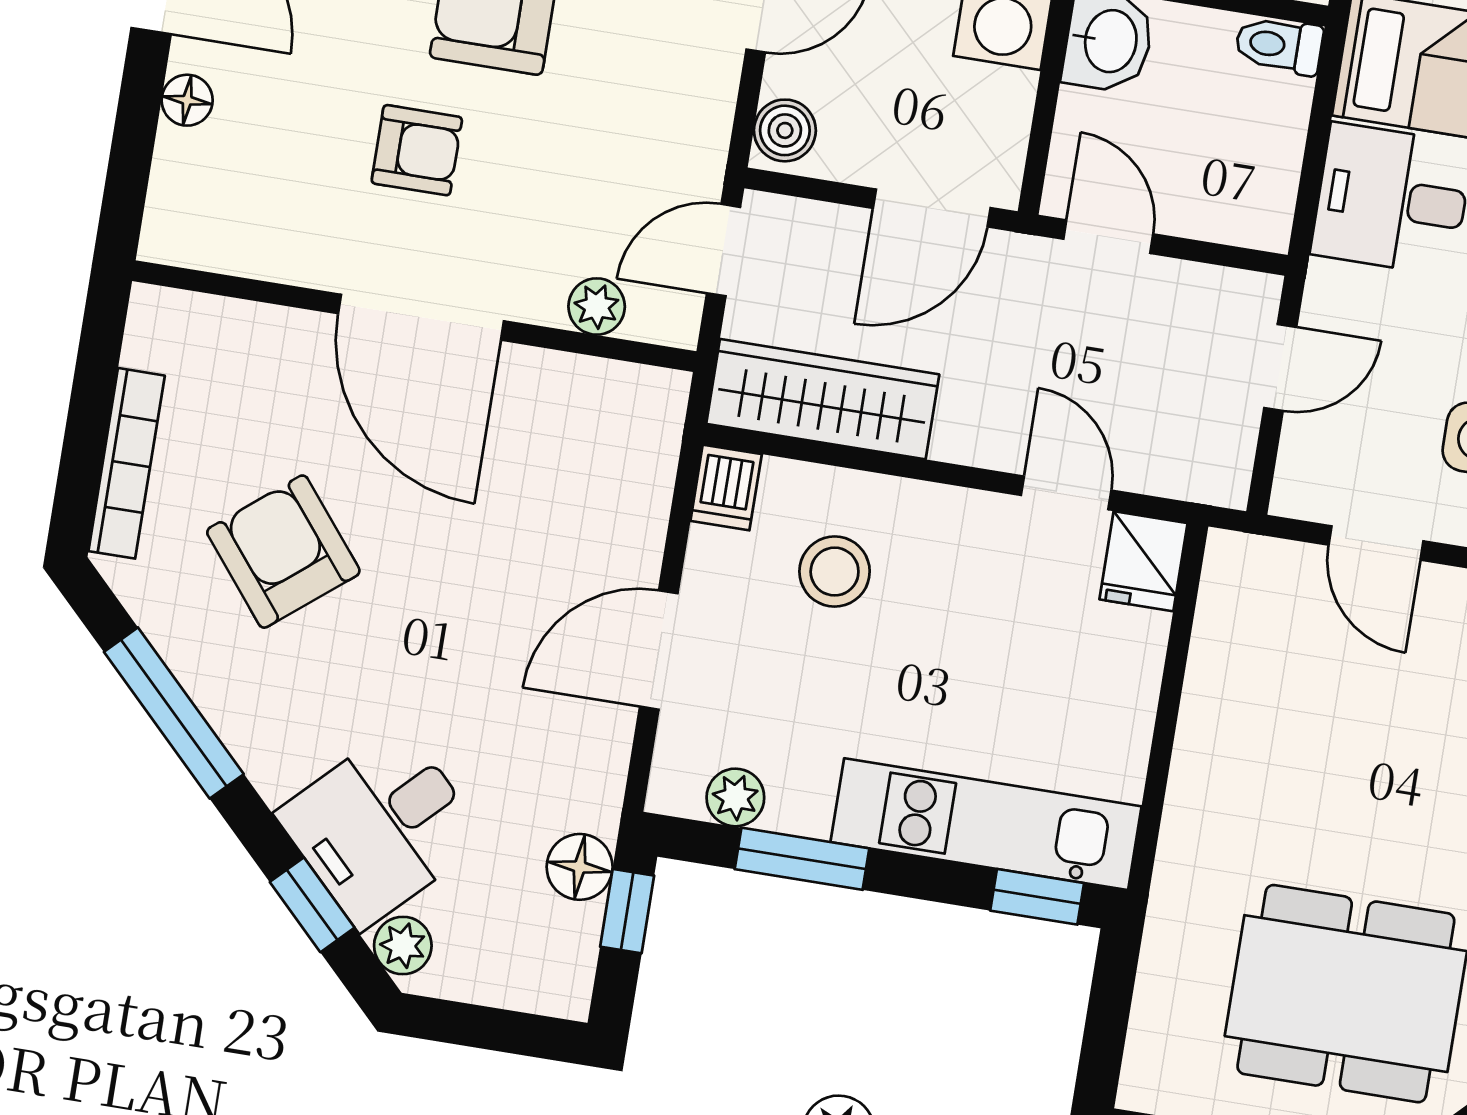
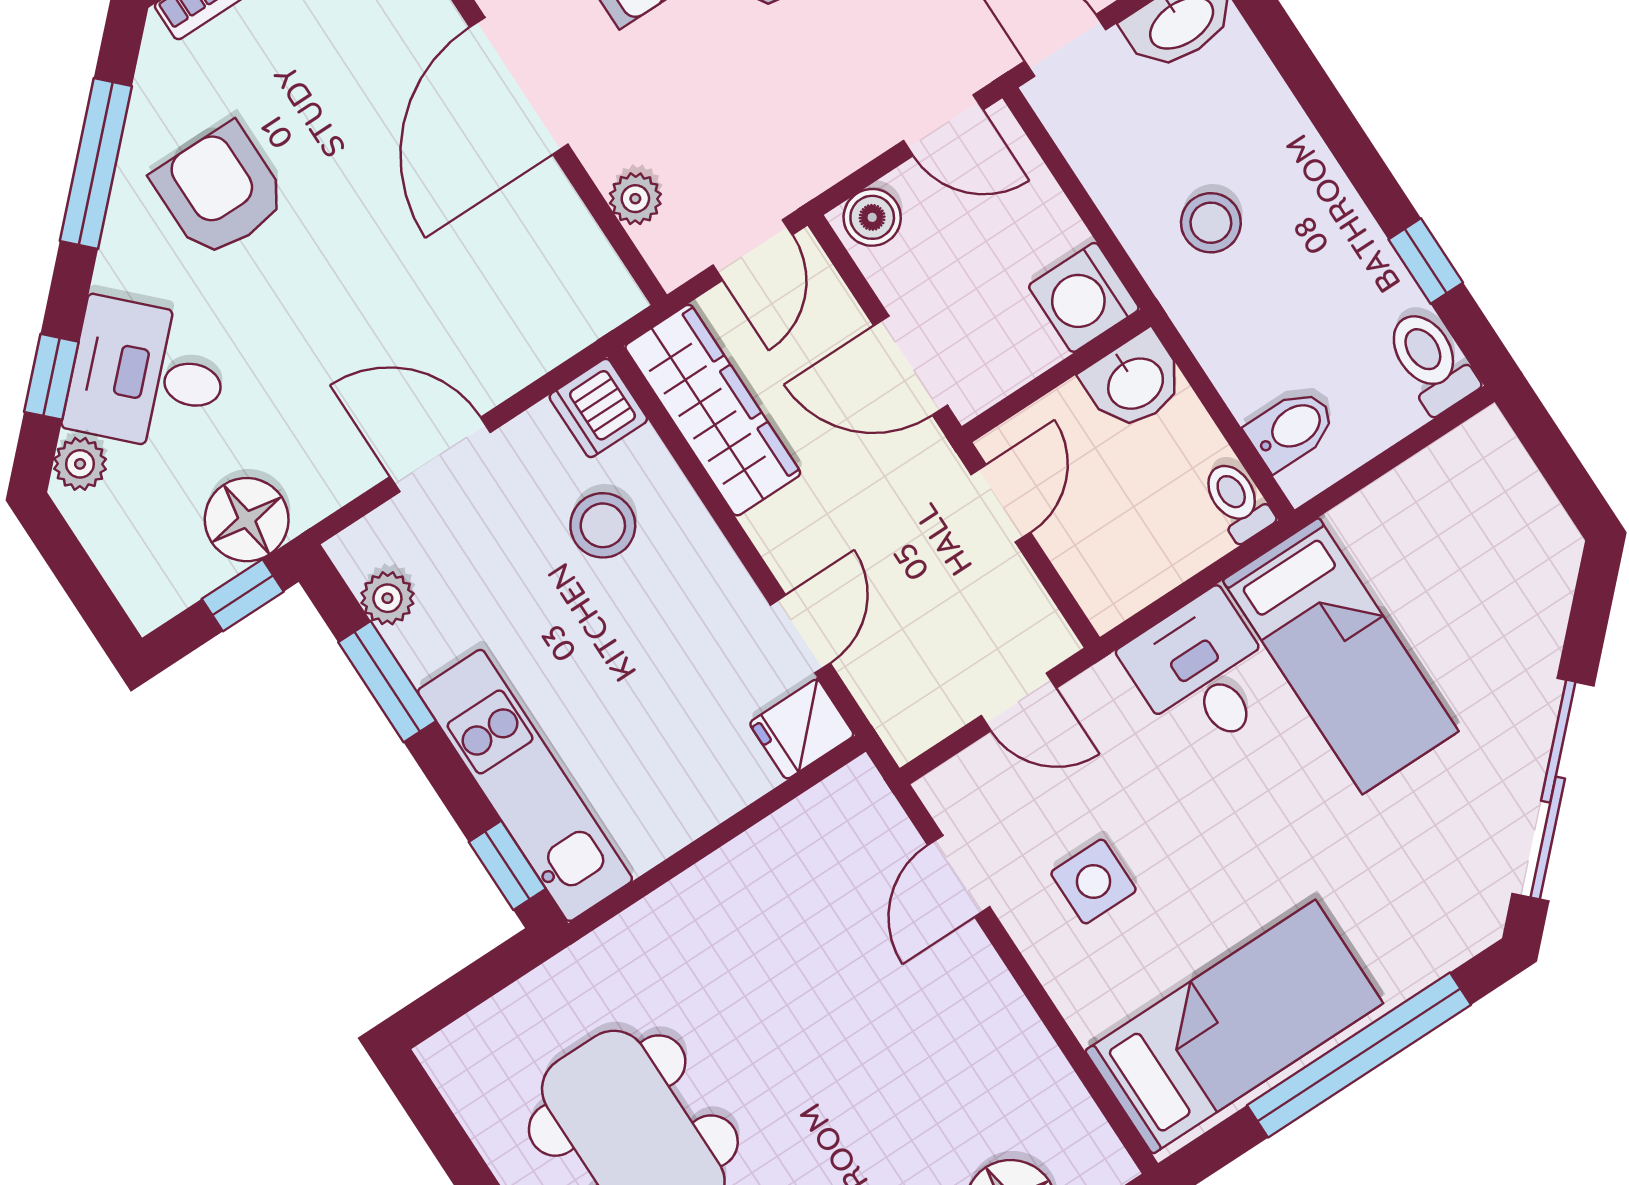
door: (724, 250) -> (753, 250), swing flipped
dishwasher: (726, 487) -> (598, 408), width x1.38
armchair: (283, 552) -> (220, 191), moved, turned -51
floor lamp: (580, 867) -> (247, 520), width x1.38, depth x1.38

